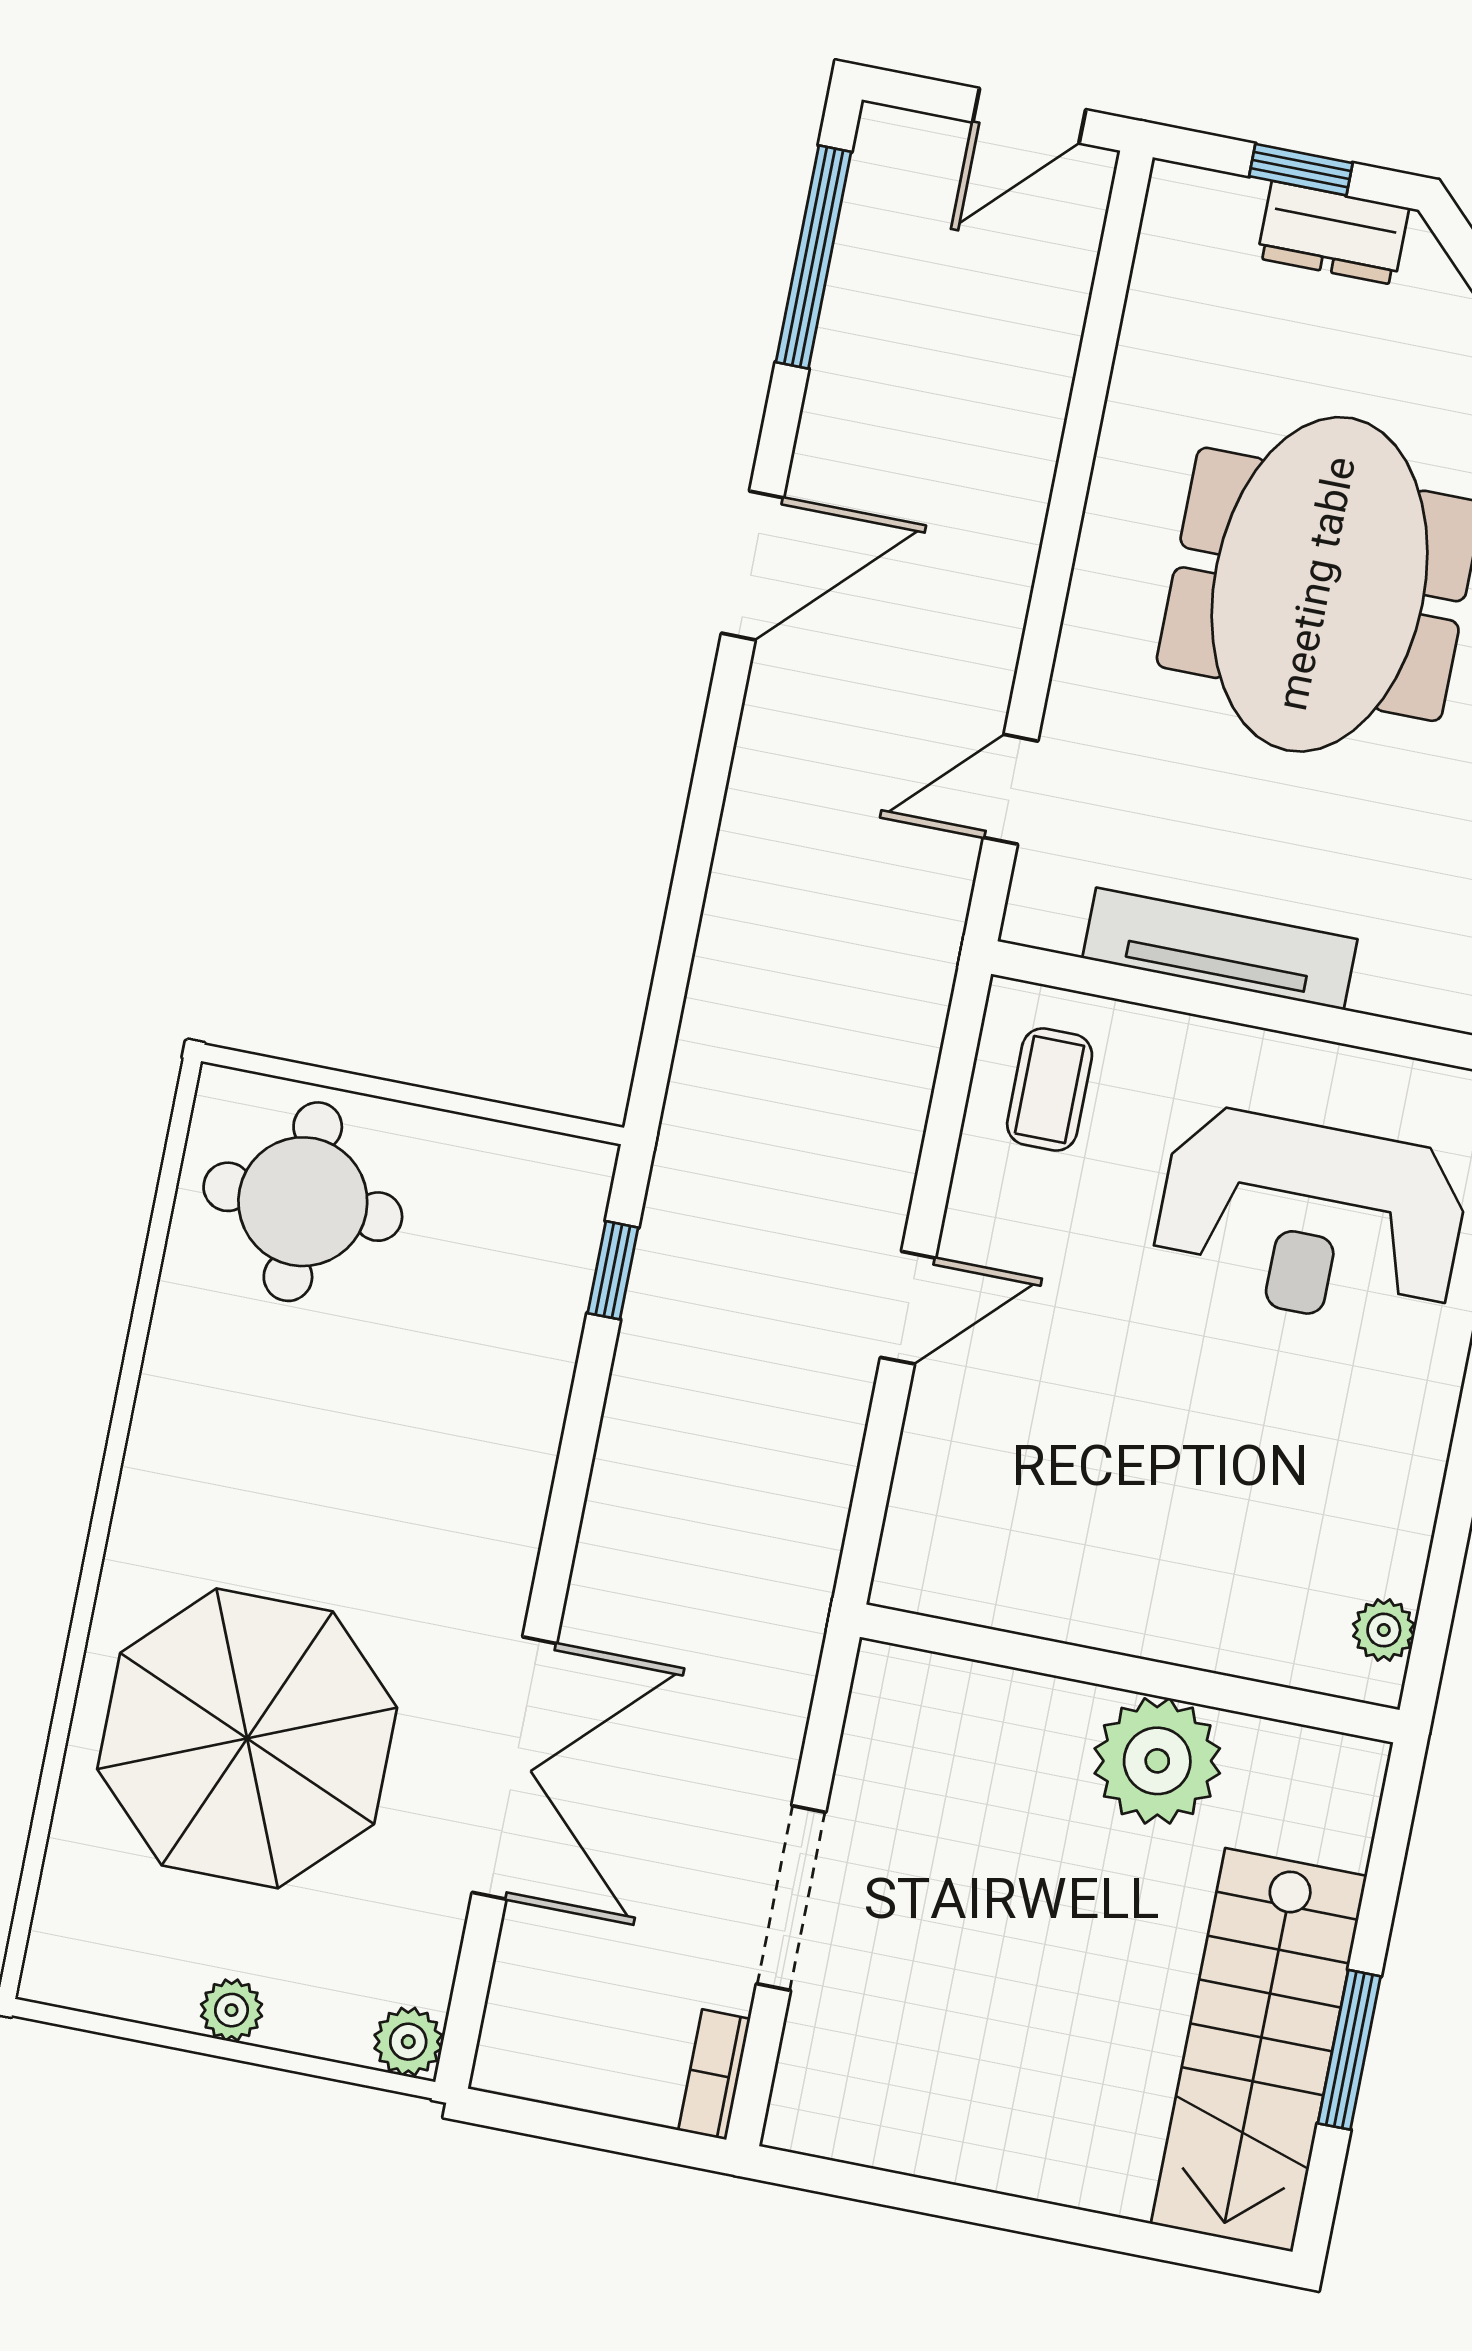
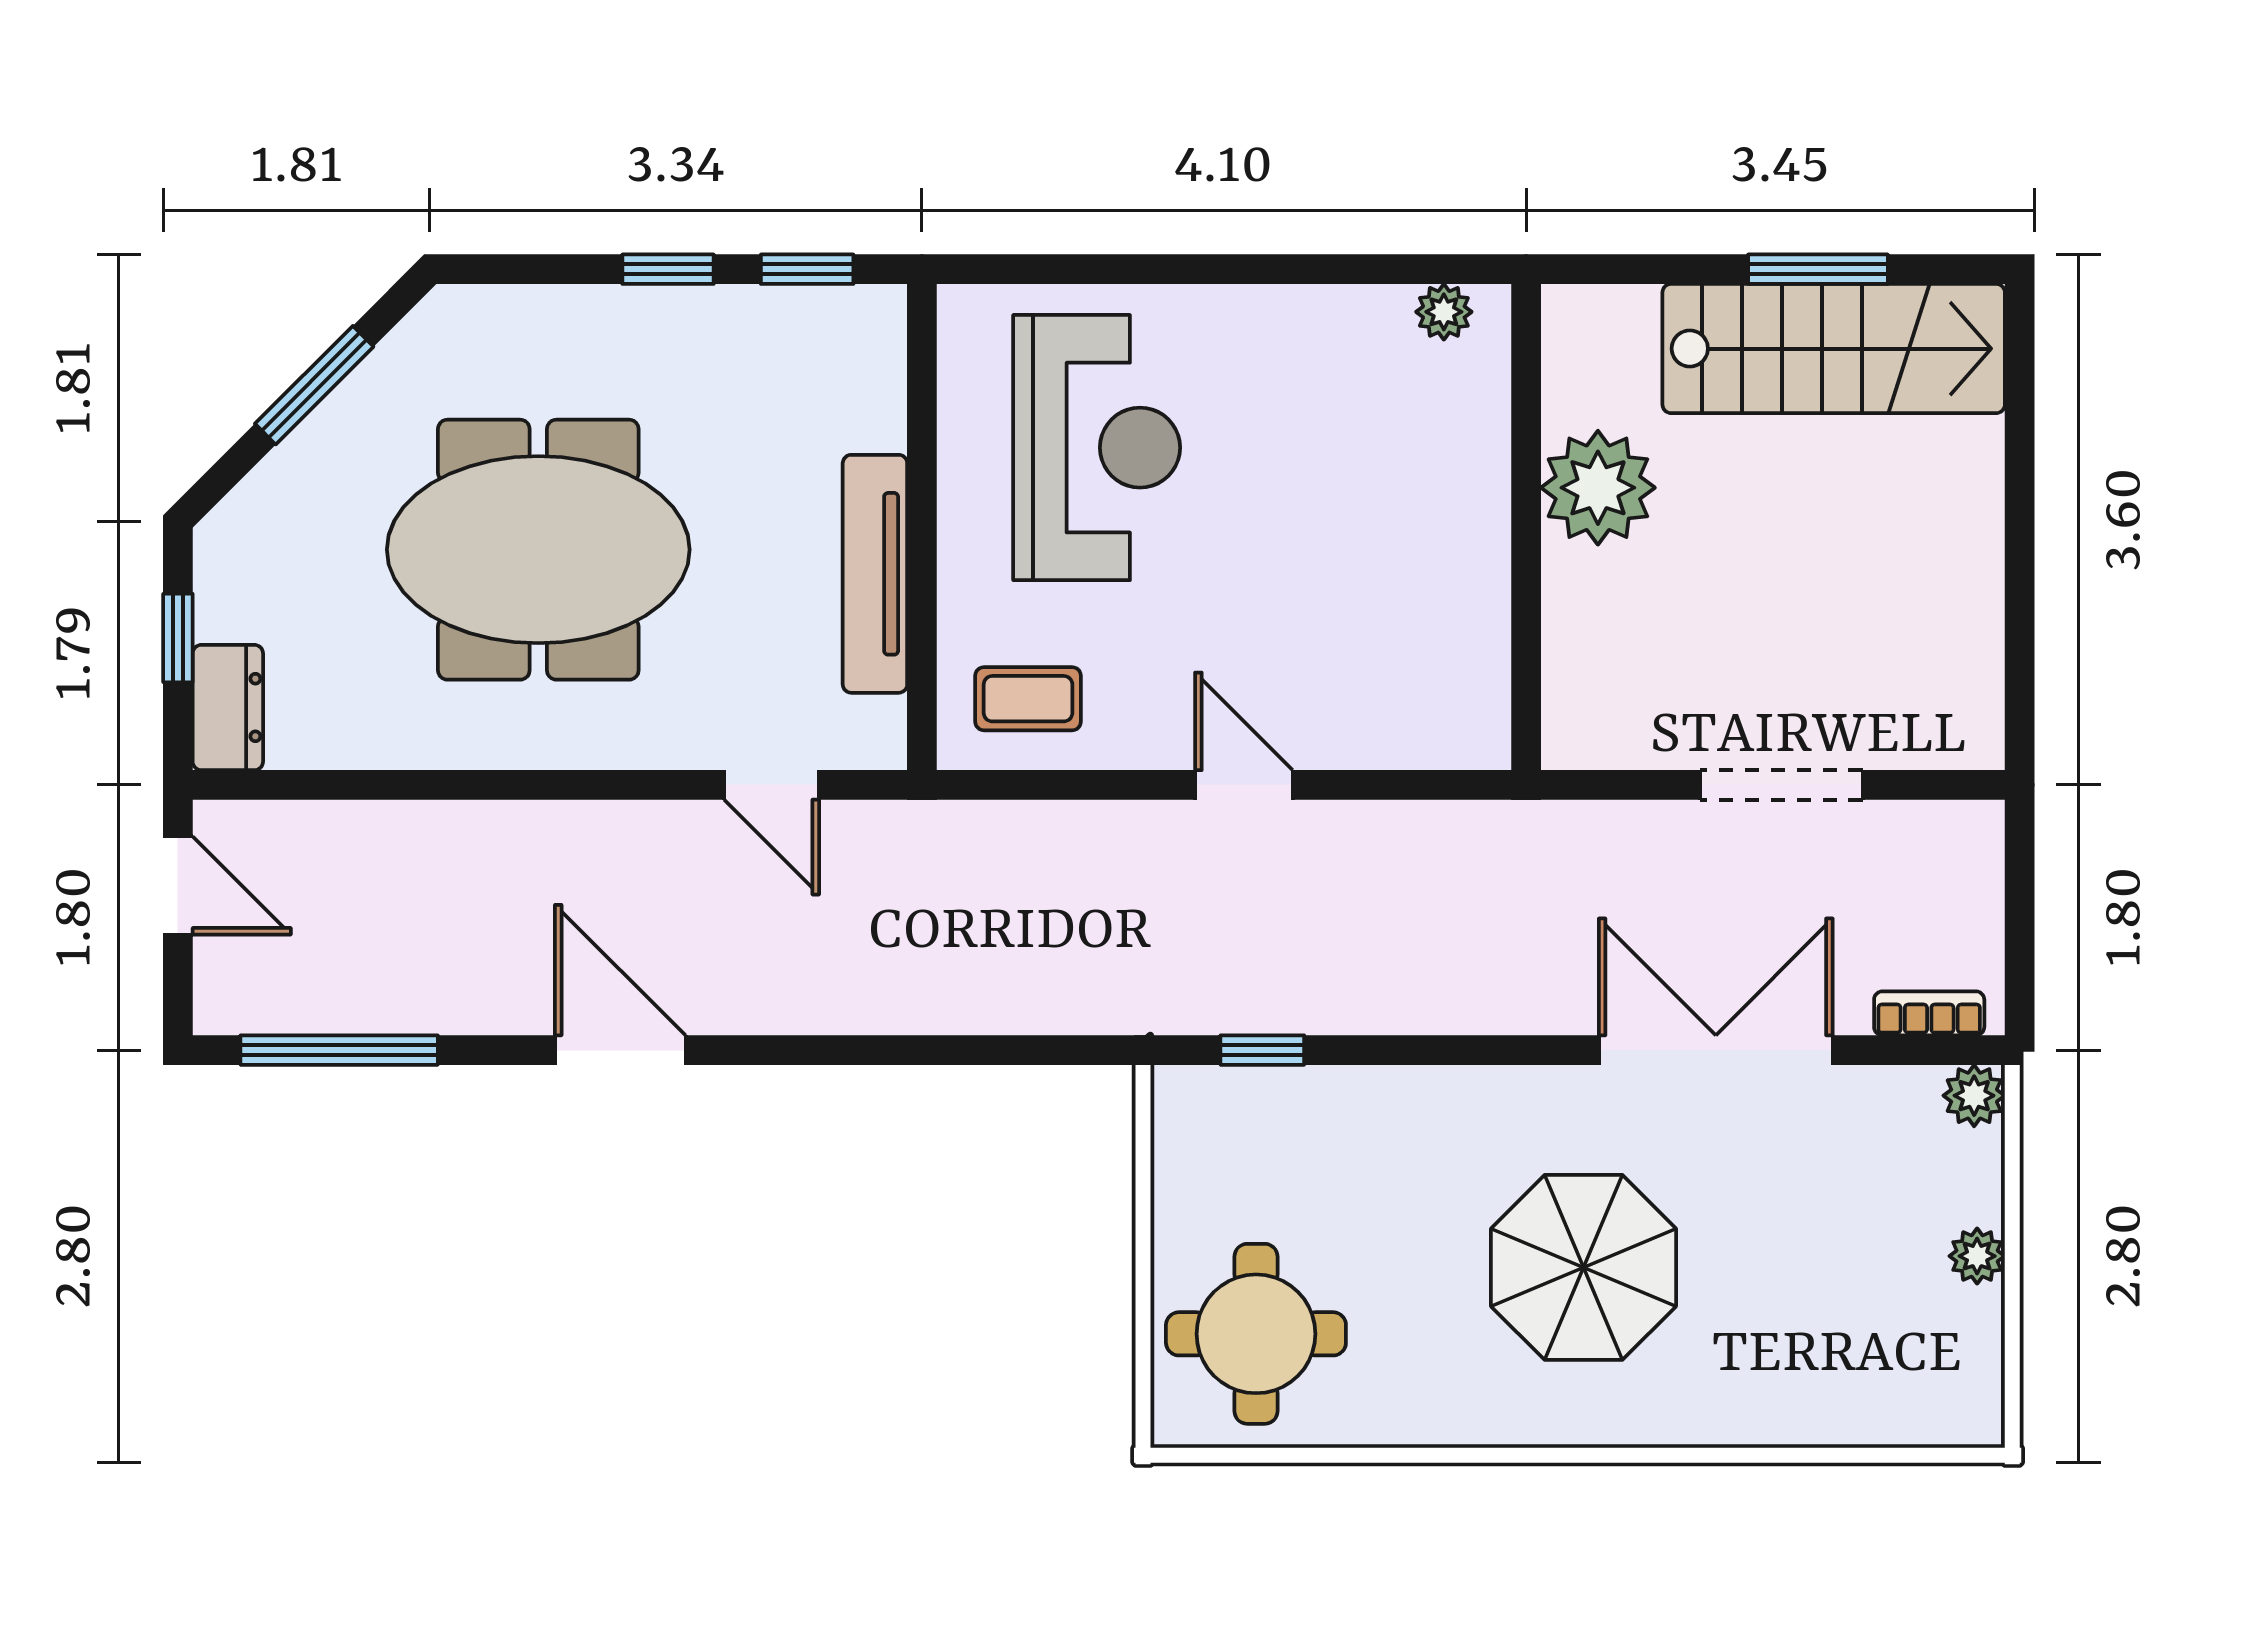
dresser: (1333, 233) -> (228, 708), moved
parasol: (247, 1738) -> (1584, 1267), moved, width x0.73, depth x0.73
bookcase: (714, 2075) -> (1929, 1013), moved, turned 180

